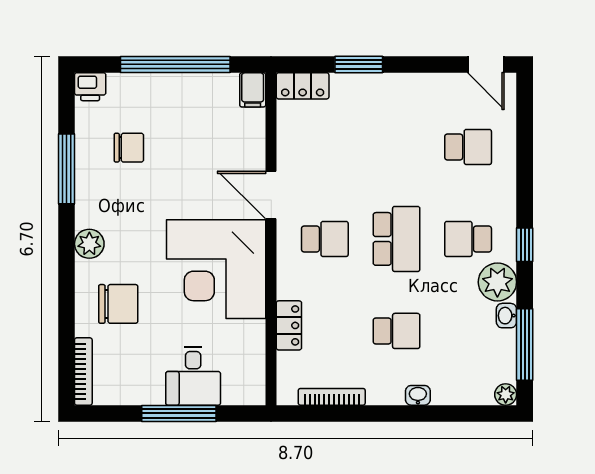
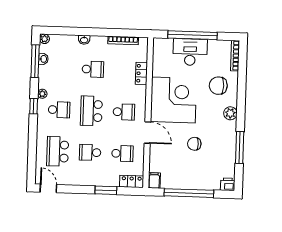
school desk: (325, 147) -> (122, 153), added
school desk: (396, 147) -> (90, 152), added
school desk: (468, 147) -> (58, 151), width x1.85
chair: (129, 148) -> (194, 144), moved
school desk: (325, 239) -> (124, 112), turned 180
plant: (497, 282) -> (42, 94), width x0.53, depth x0.53
washbasin: (506, 316) -> (43, 59), moved
school desk: (396, 331) -> (93, 69), turned 180
desk: (193, 376) -> (190, 52), width x1.37
window: (179, 413) -> (192, 35), width x1.46

